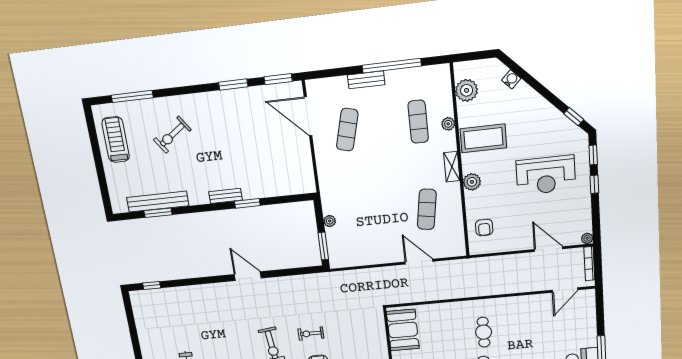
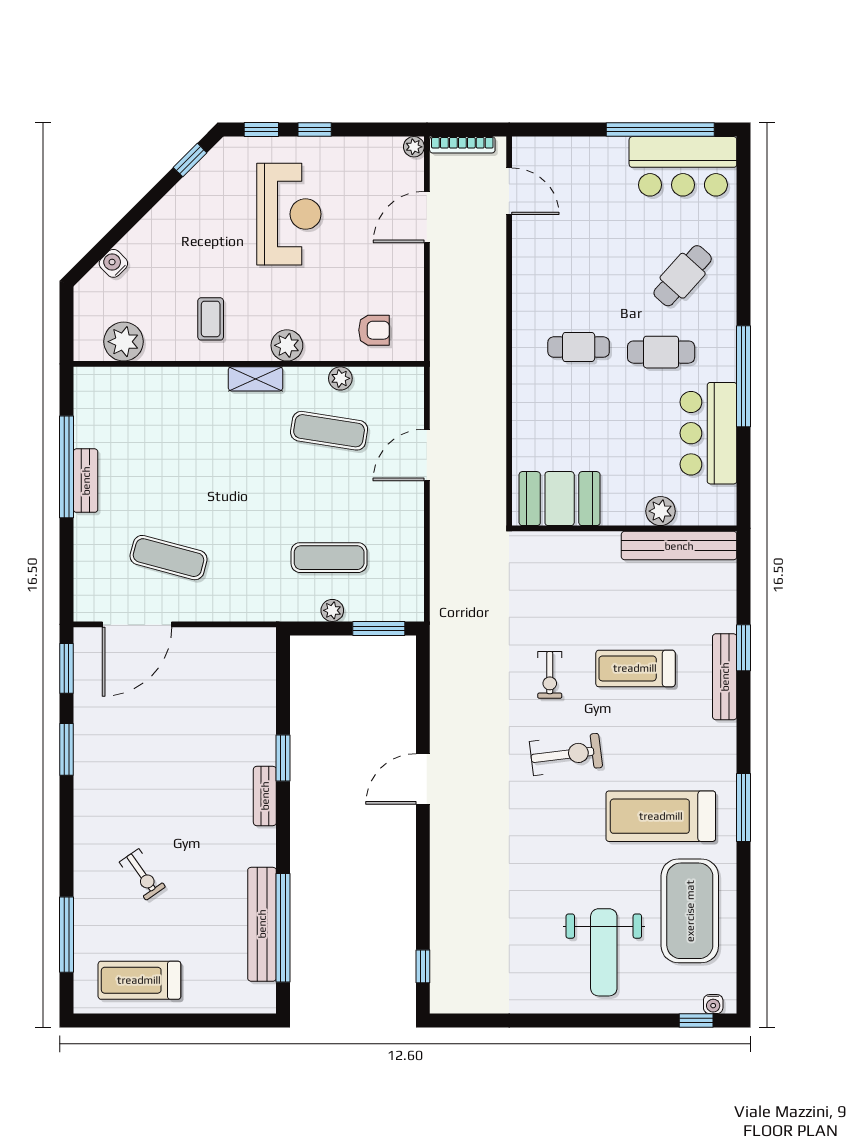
bench: (366, 80) -> (86, 481), moved
exercise mat: (418, 122) -> (329, 558), moved
plant: (448, 124) -> (340, 378), moved
exercise bike: (172, 135) -> (142, 874), width x0.73, depth x0.72
coffee table: (483, 138) -> (211, 319), width x0.54, depth x0.58
window: (158, 213) -> (283, 928), width x2.11

